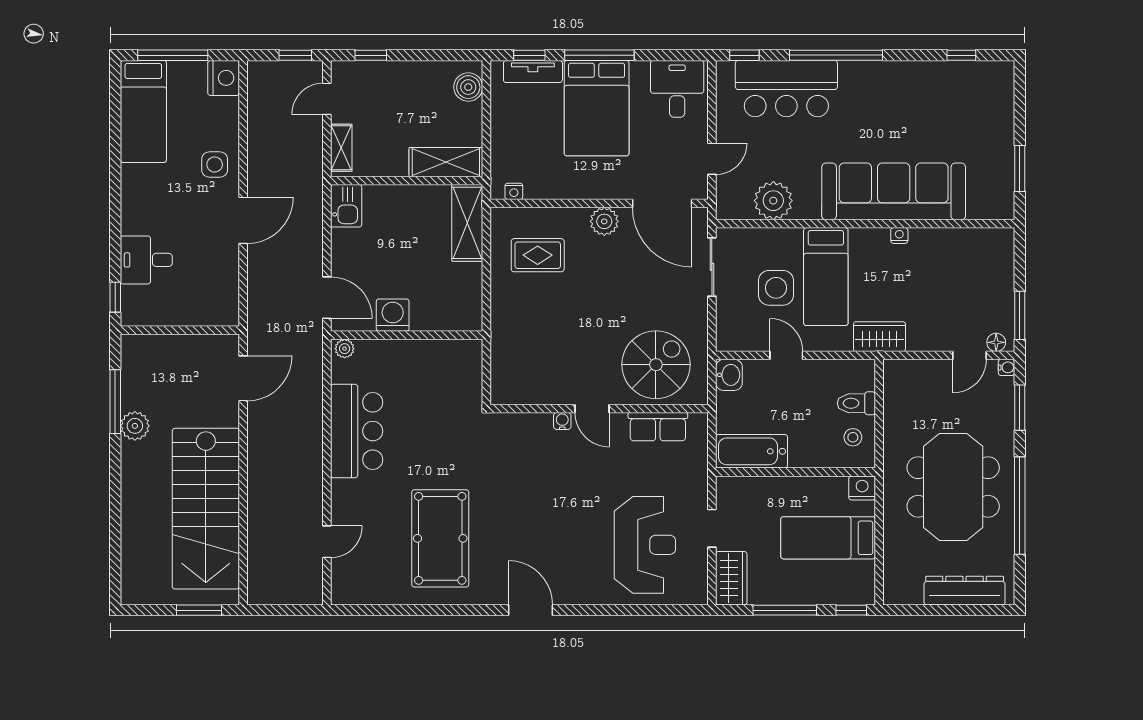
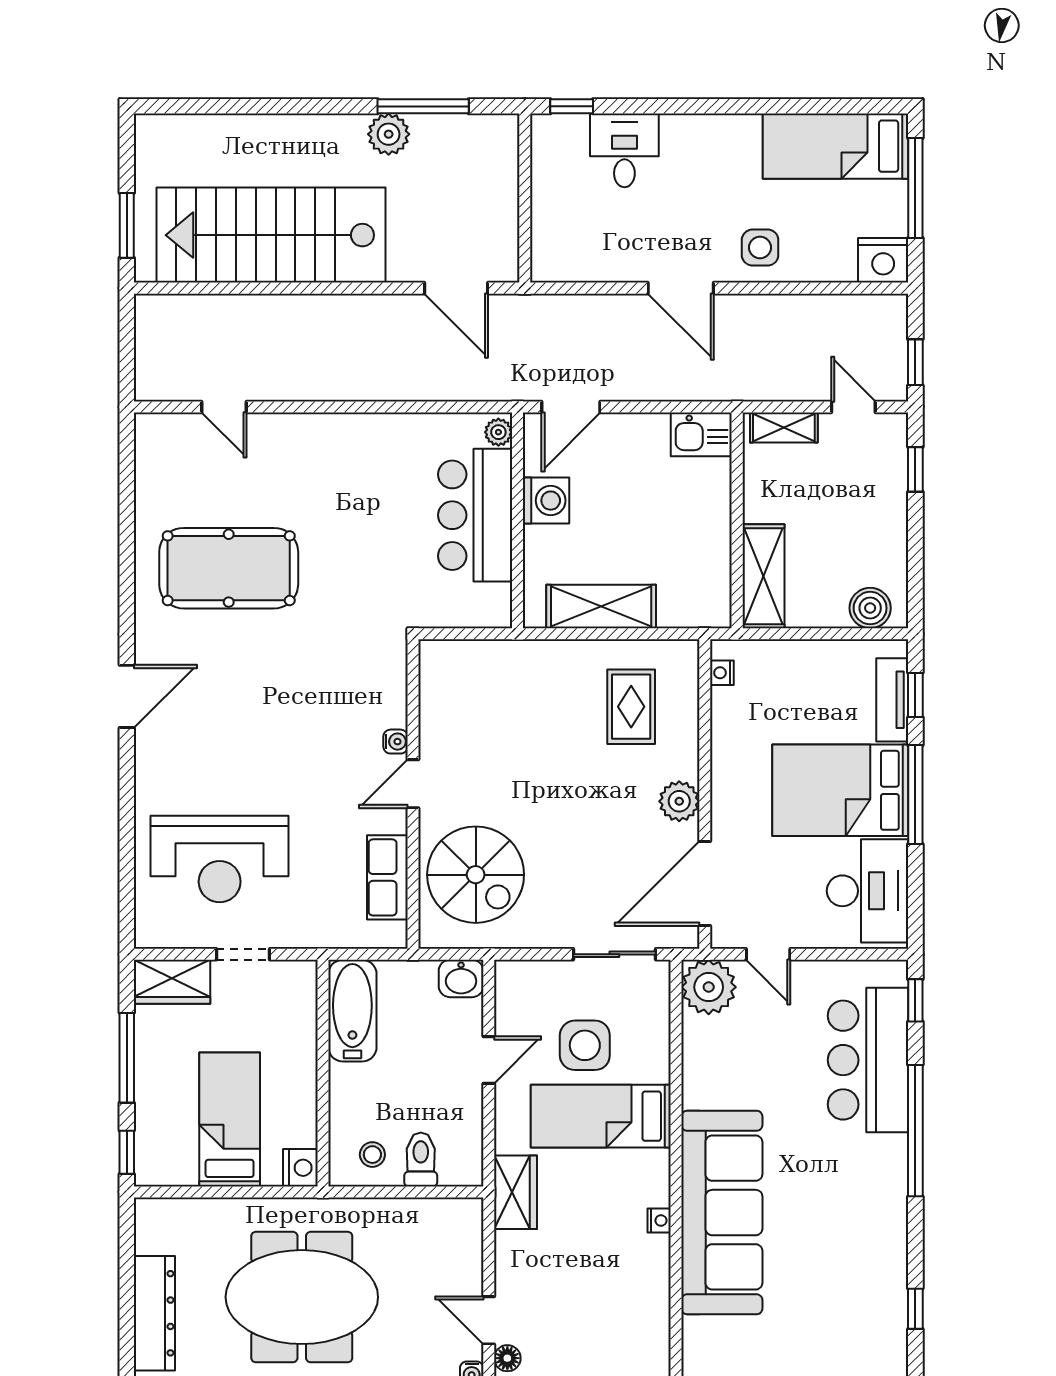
desk: (677, 89) -> (868, 891), width x1.37
plant: (773, 201) -> (709, 987), moved
shelving: (467, 223) -> (601, 607), moved
bar counter: (357, 431) -> (475, 515), moved, turned 90

